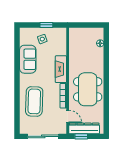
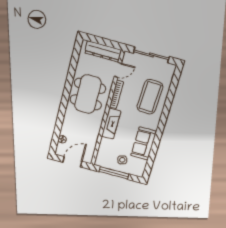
window: (46, 25) -> (114, 173), width x2.17
door: (86, 25) -> (72, 162), added
door: (68, 117) -> (118, 70), swing flipped
window: (81, 136) -> (109, 43), removed

